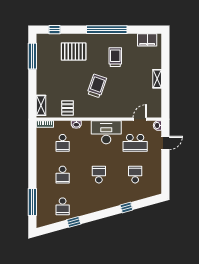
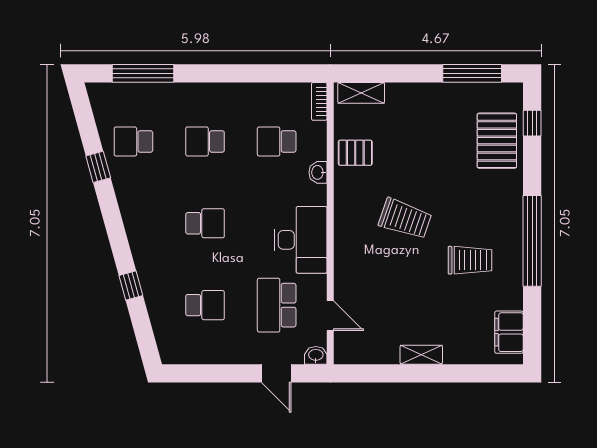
pallet: (74, 52) -> (497, 141), moved

